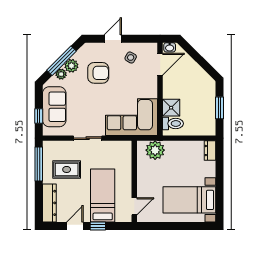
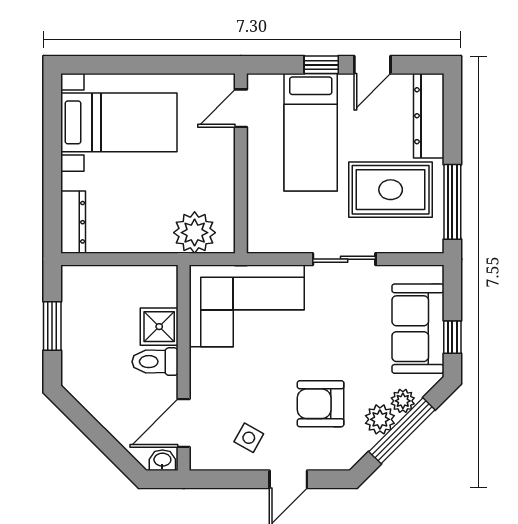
window: (39, 116) -> (452, 337), moved
toilet: (173, 123) -> (155, 362), moved
dresser: (210, 151) -> (73, 222), width x1.44
rug: (67, 169) -> (391, 190), width x1.36, depth x1.43

